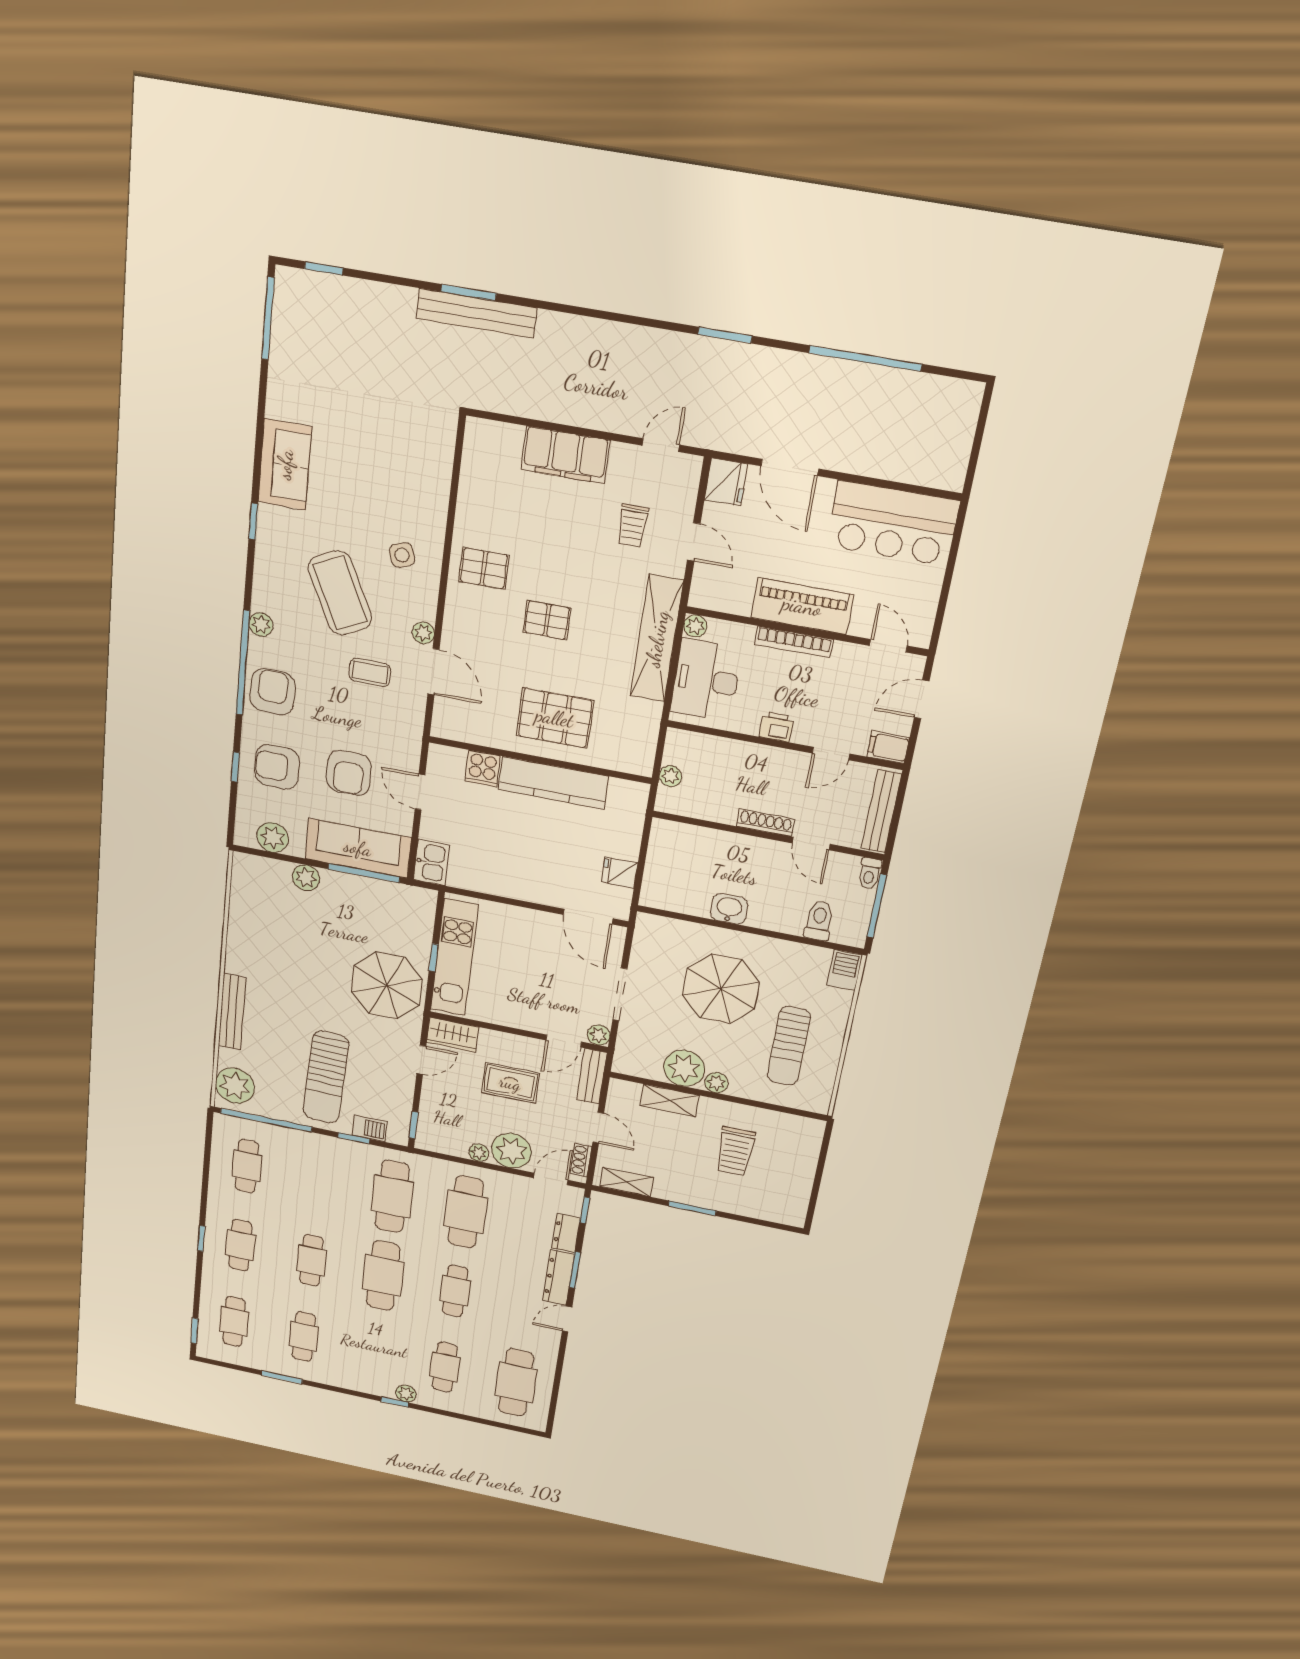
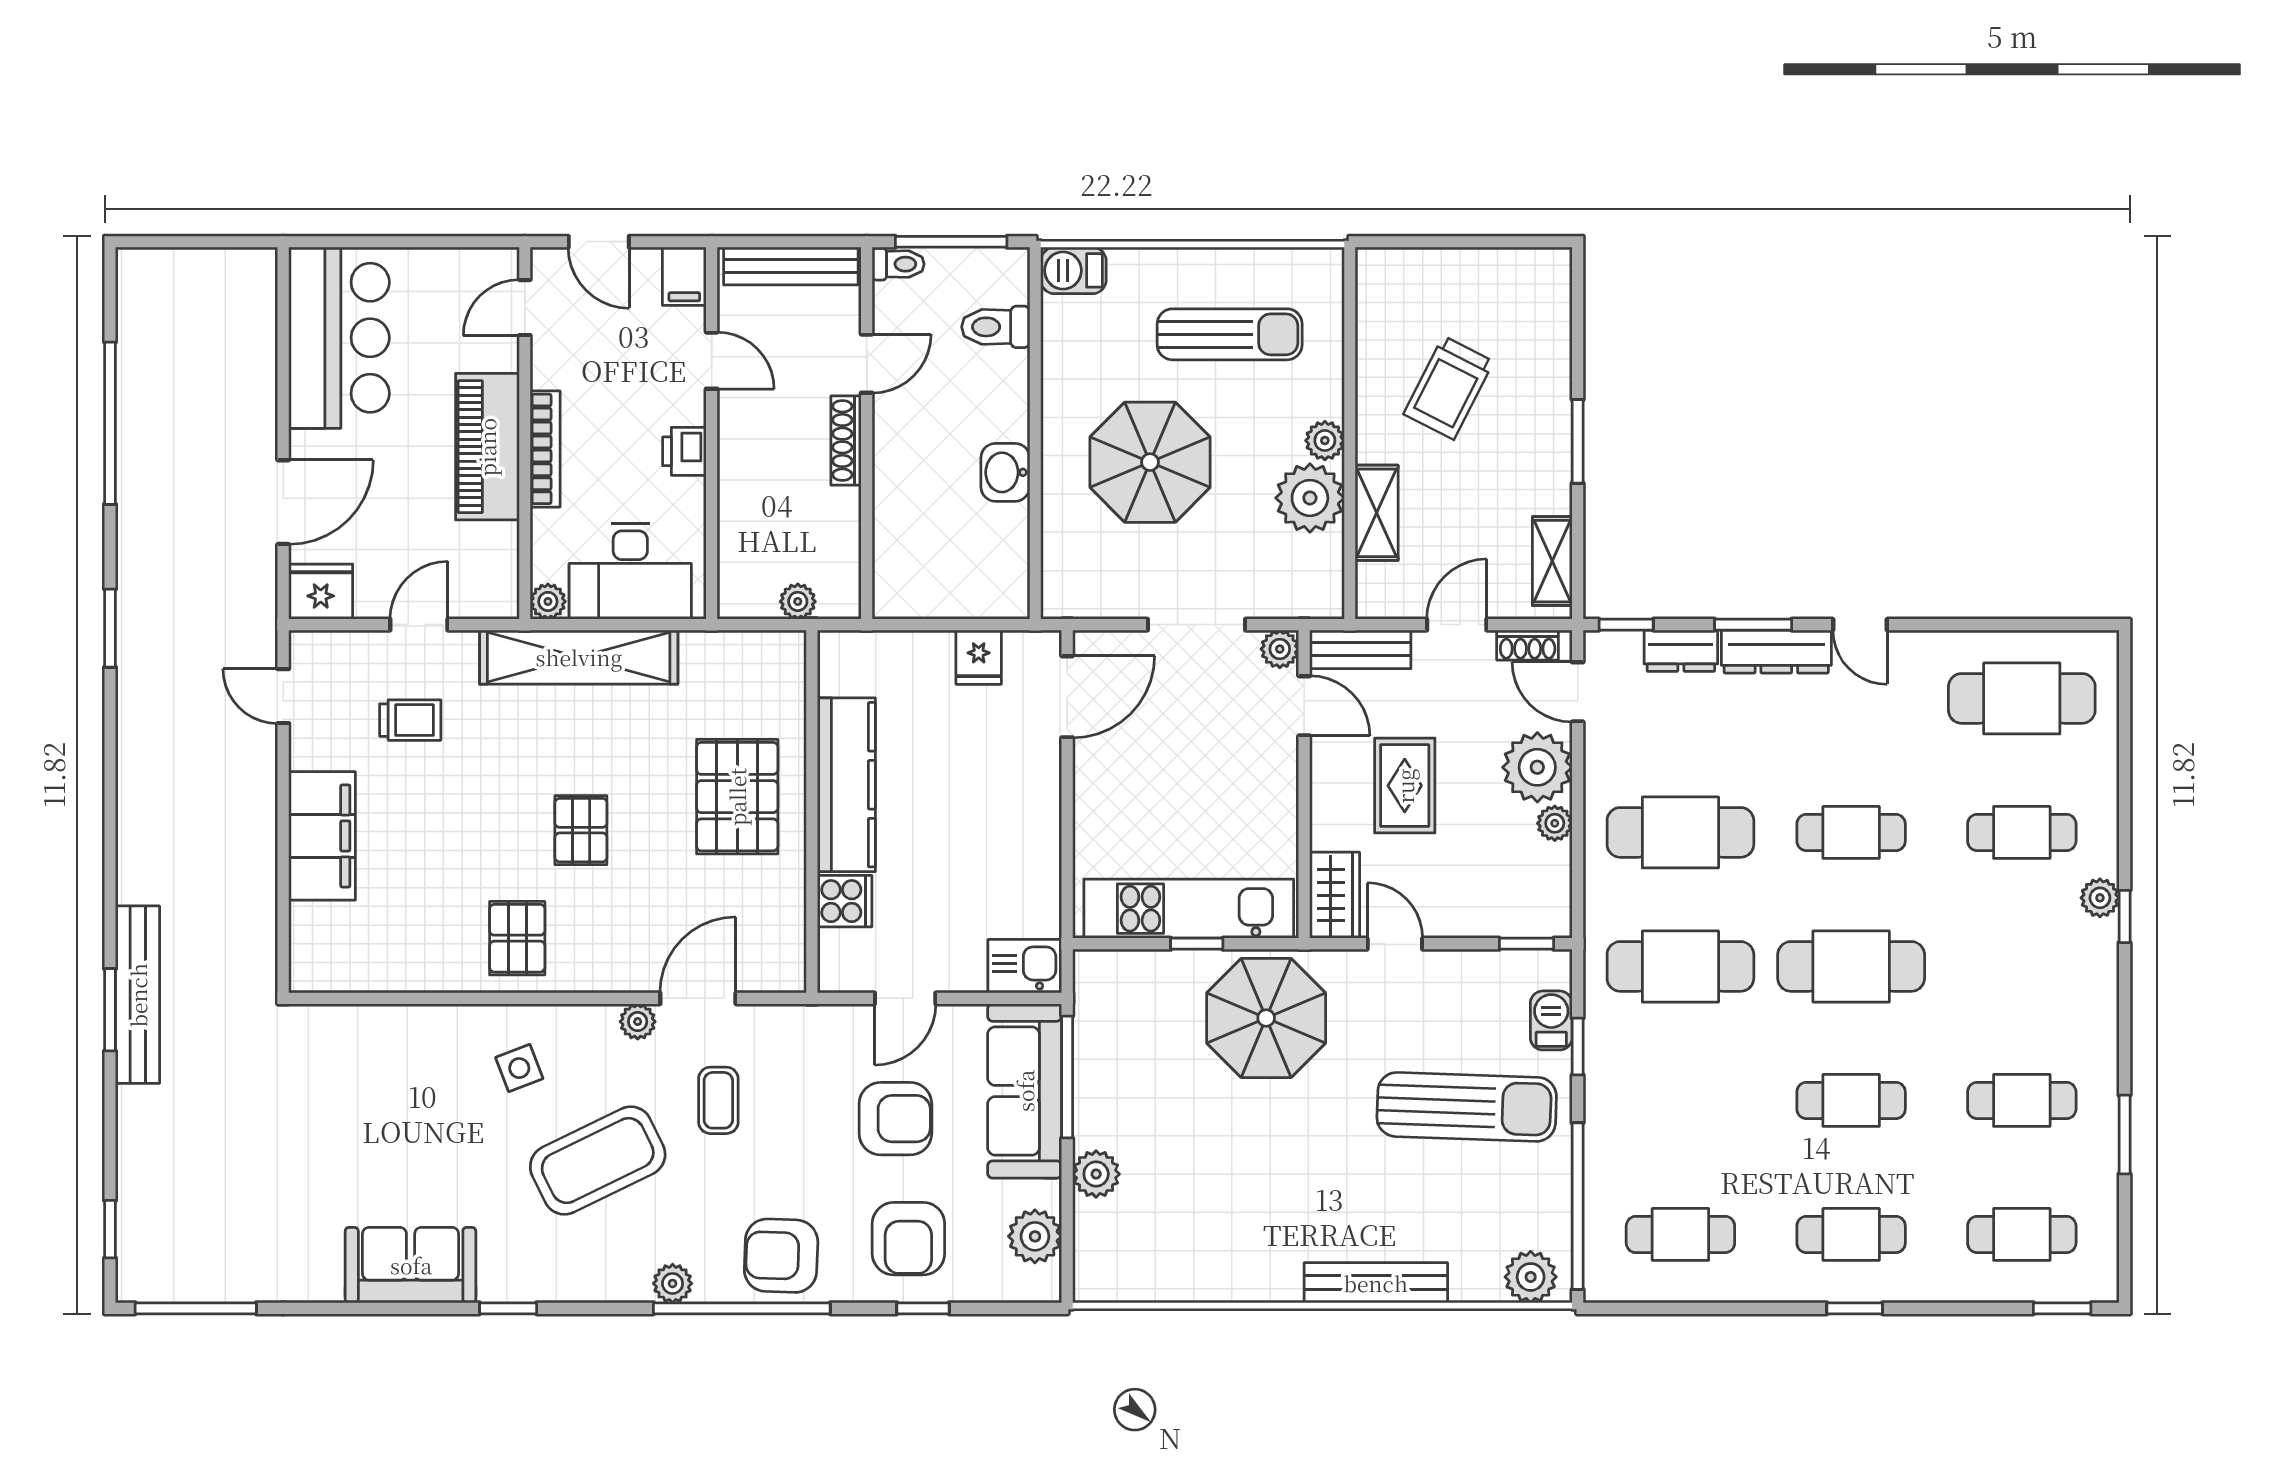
plant: (235, 1086) -> (1531, 1277), width x0.73, depth x0.73
trolley: (735, 1151) -> (1449, 388), turned 117

